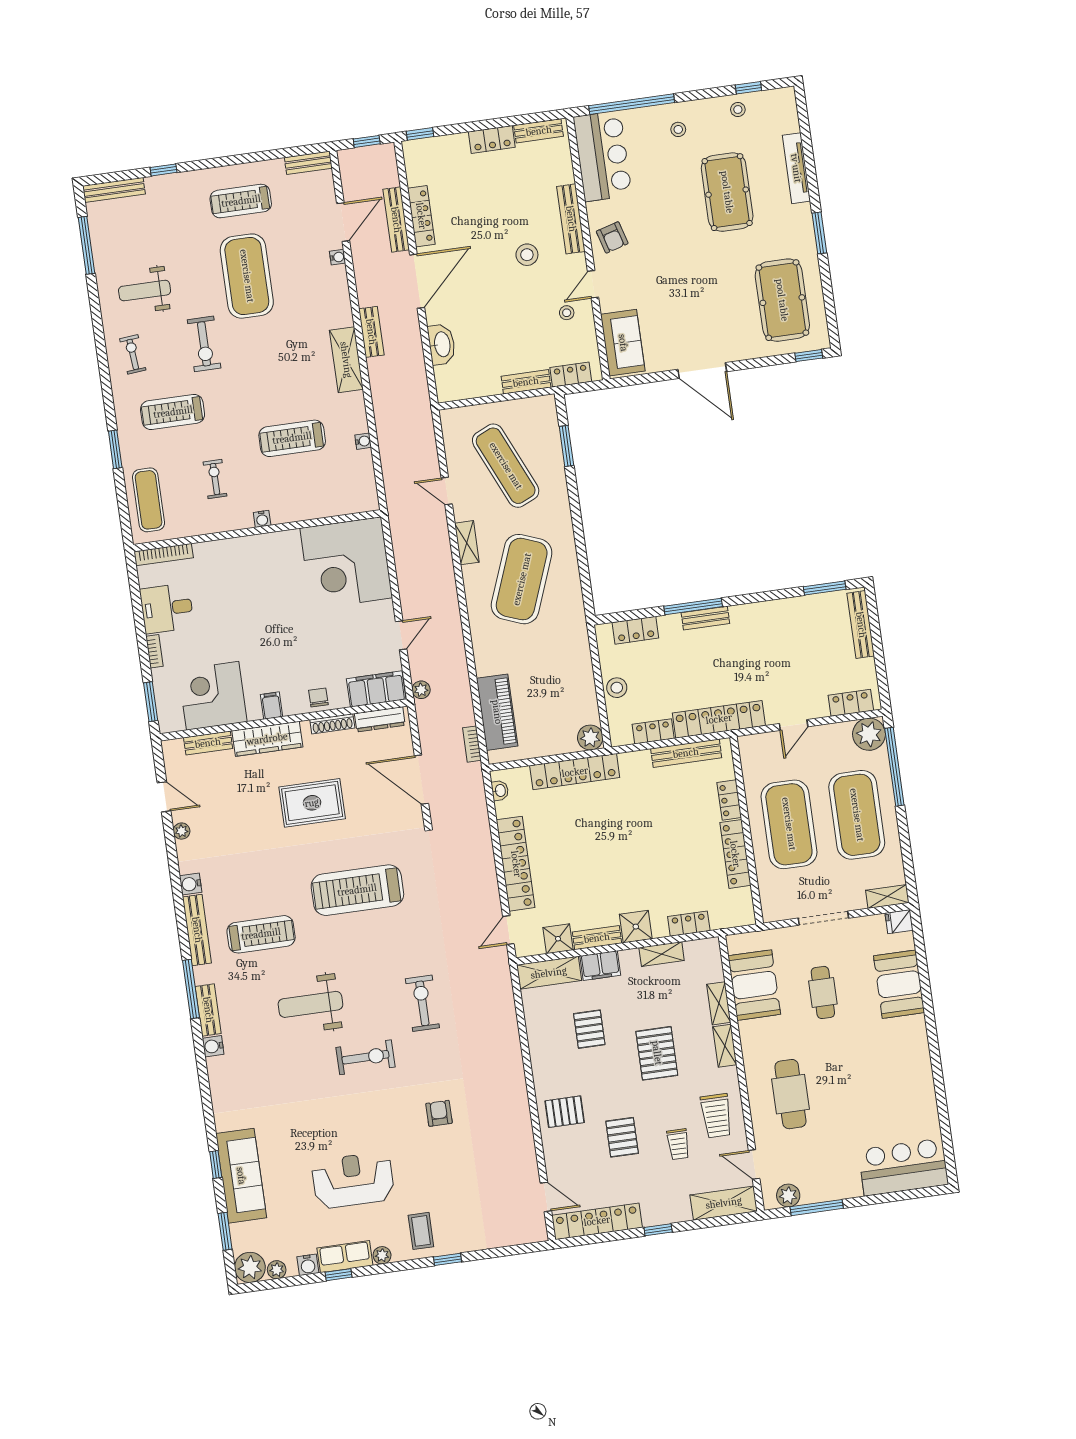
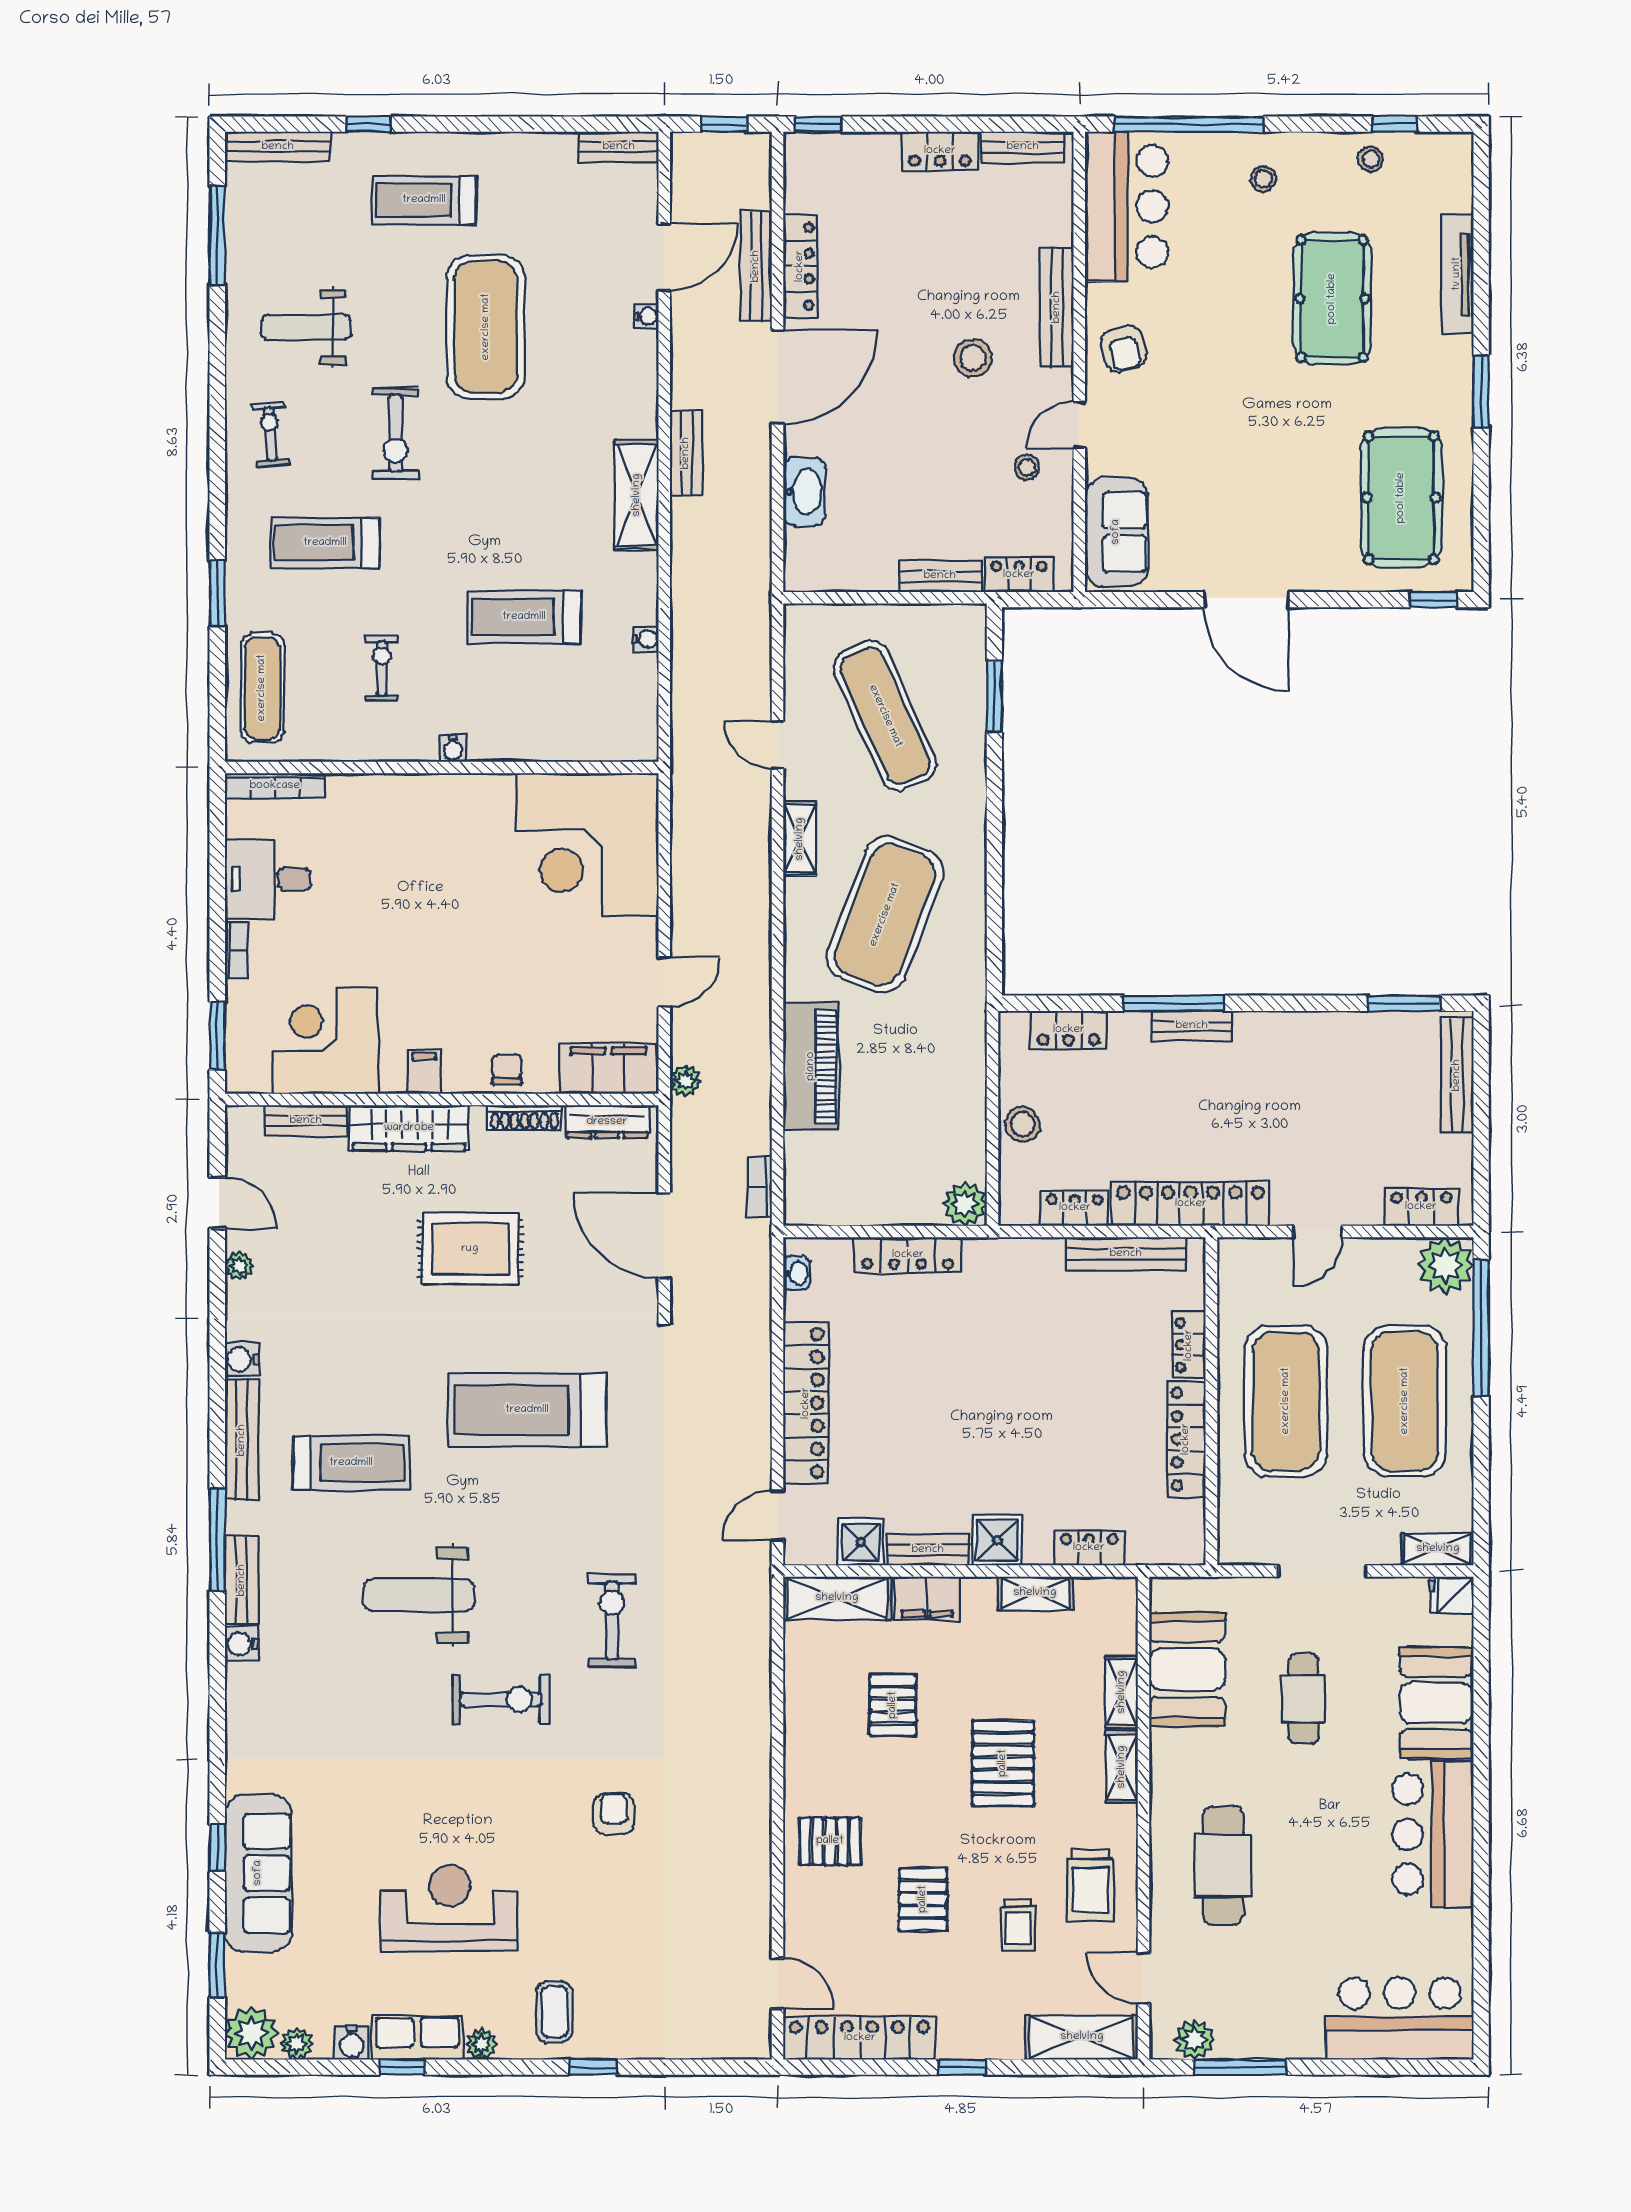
treadmill: (241, 201) -> (424, 200), moved
piano: (497, 712) -> (811, 1066), moved
locker: (575, 772) -> (908, 1255), width x0.71, depth x0.83
bar counter: (908, 1059) -> (1433, 1834), added

